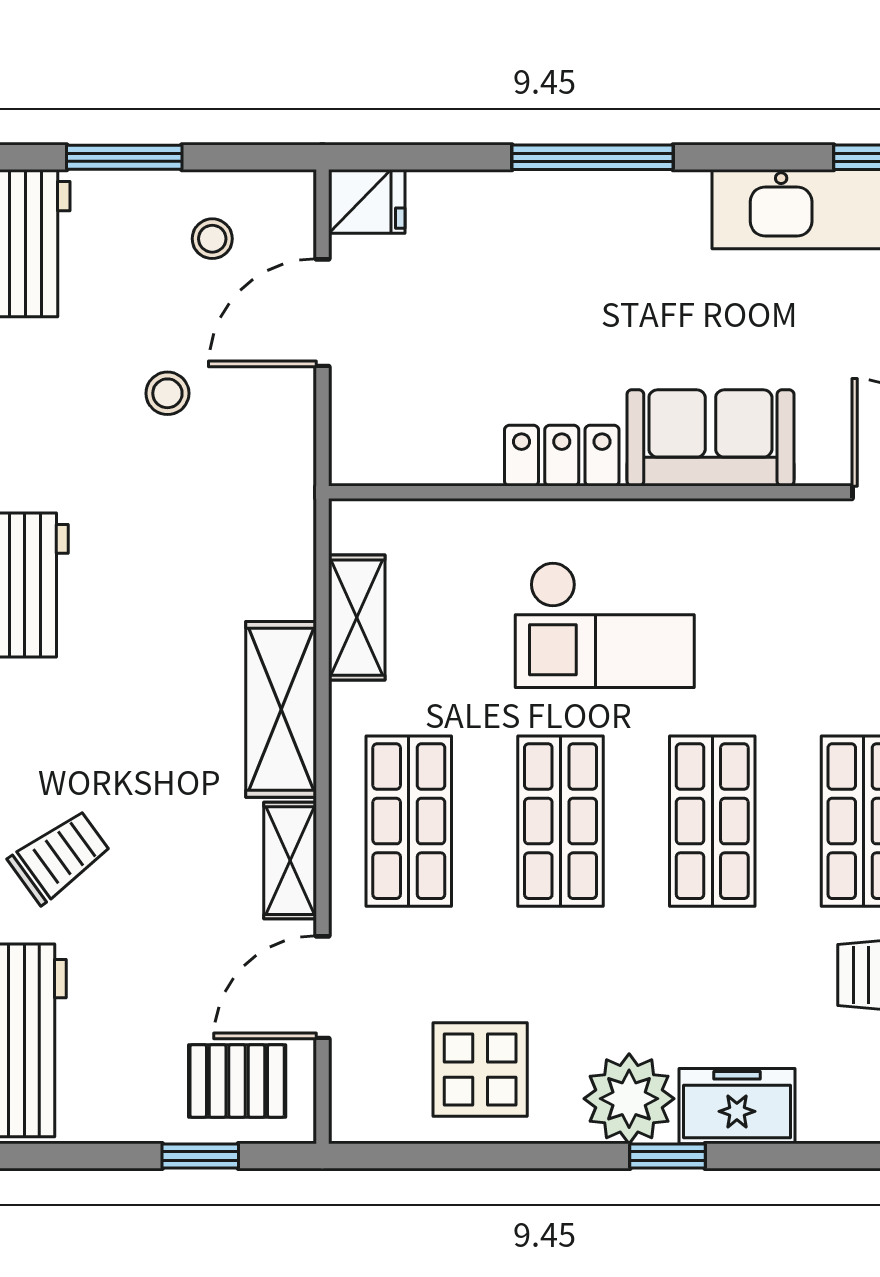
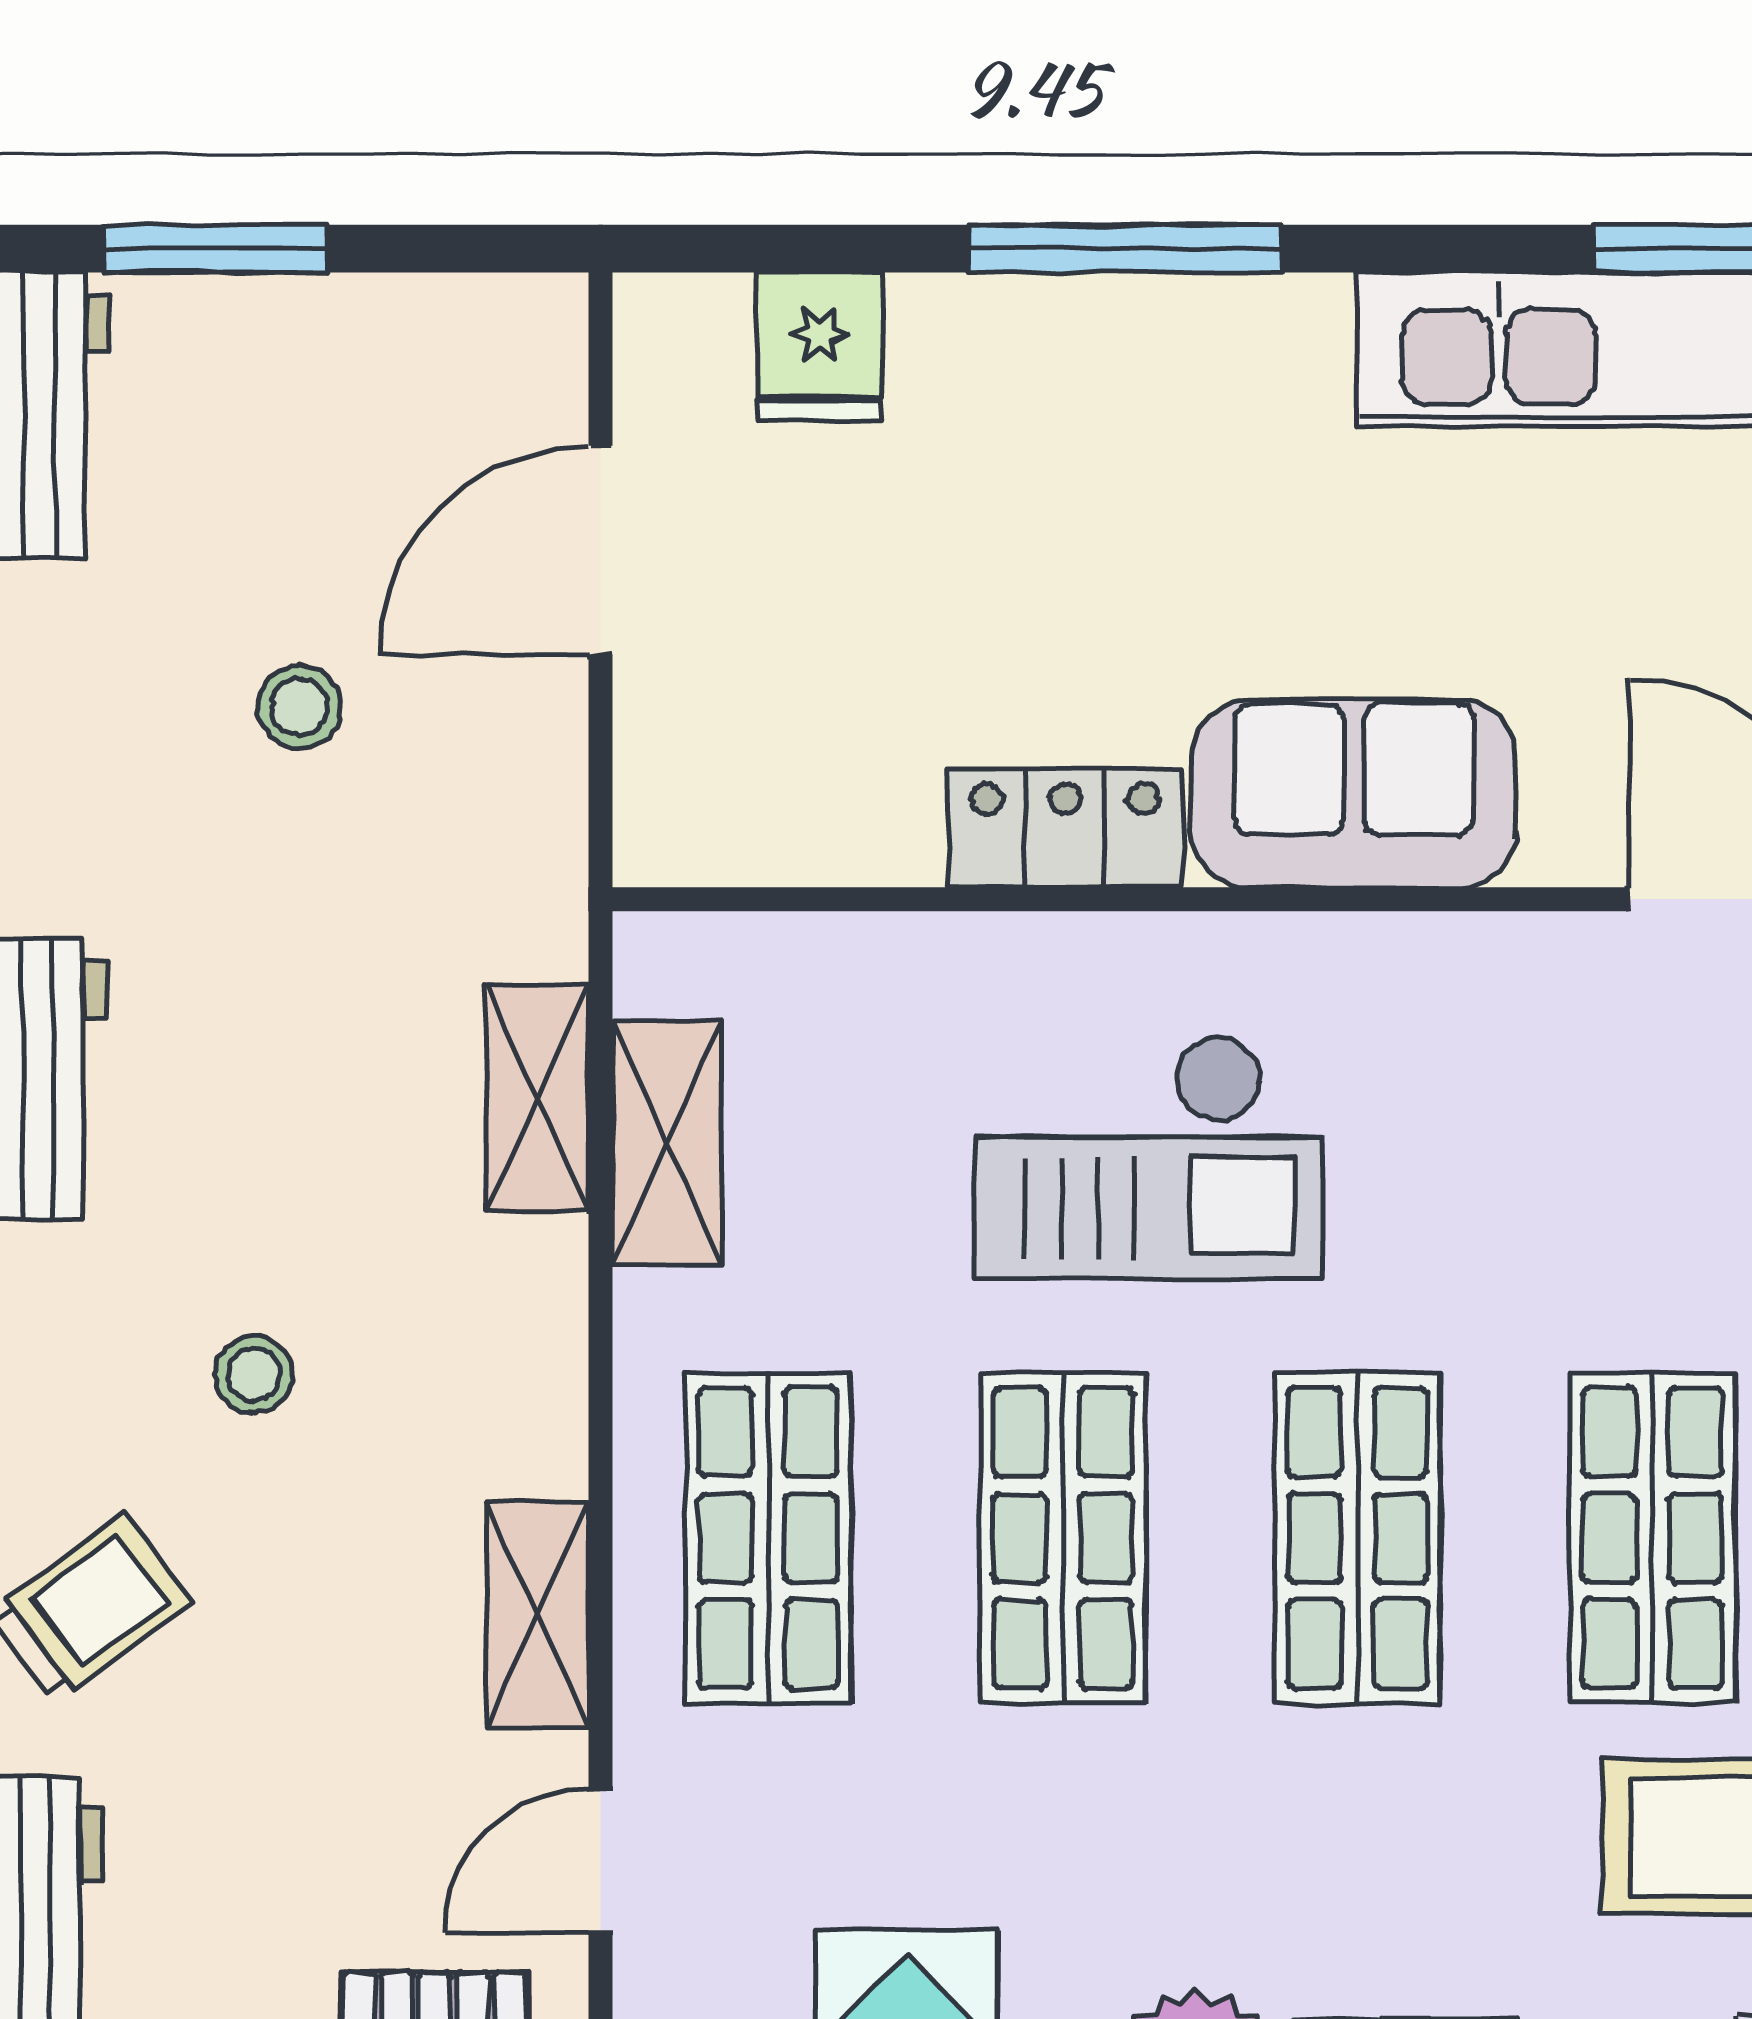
fridge: (367, 201) -> (820, 346), moved, turned 90
stool: (212, 239) -> (254, 1375), moved
shelving: (281, 709) -> (537, 1098), moved, width x0.67, depth x0.75
door: (322, 987) -> (601, 1861), width x0.73

